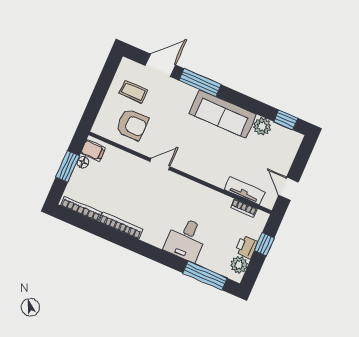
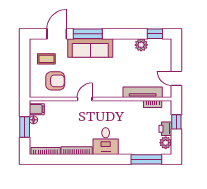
sofa: (223, 114) -> (90, 48), moved
tv unit: (245, 191) -> (143, 92), width x1.41
desk: (186, 239) -> (106, 141), moved

